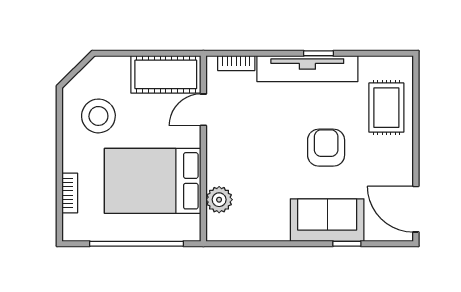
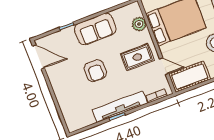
rug: (386, 108) -> (137, 57), moved, turned 90
door: (203, 110) -> (164, 66), hinge flipped
sofa: (327, 220) -> (95, 29), moved

